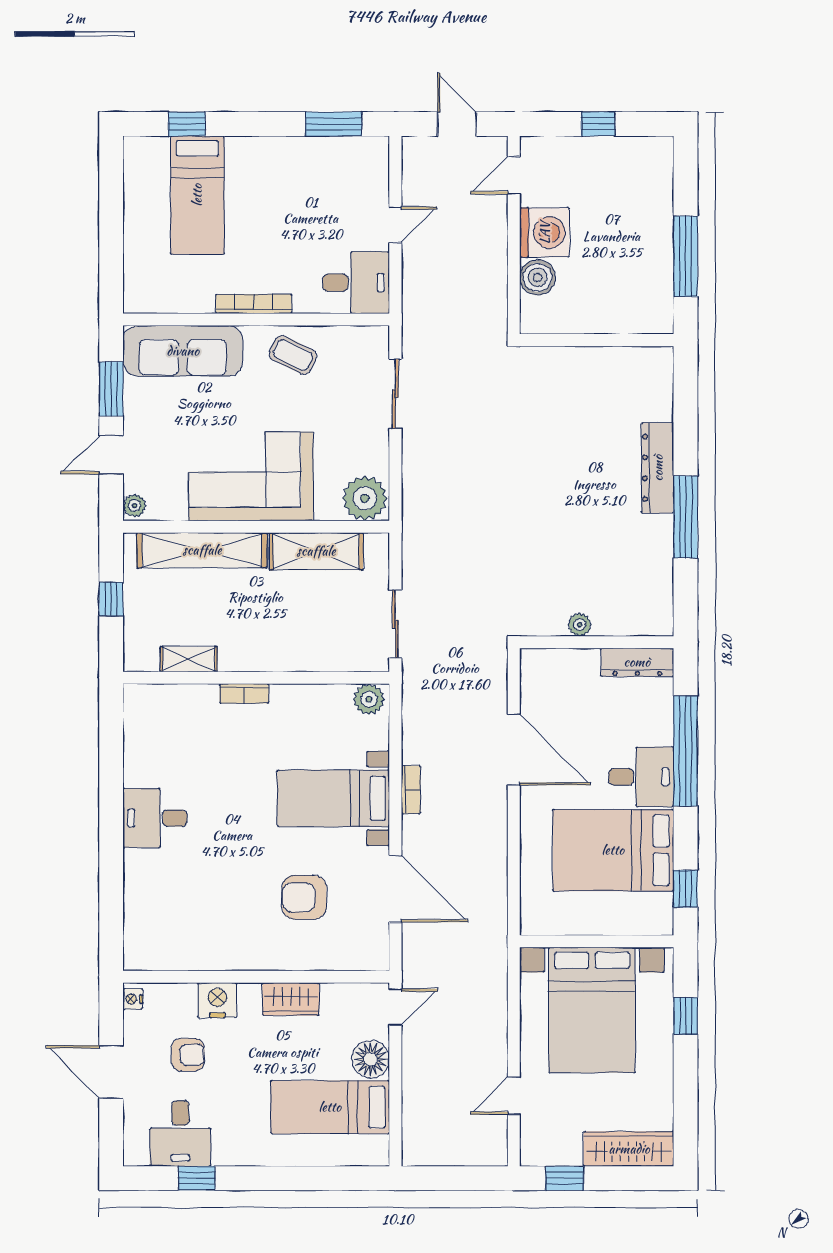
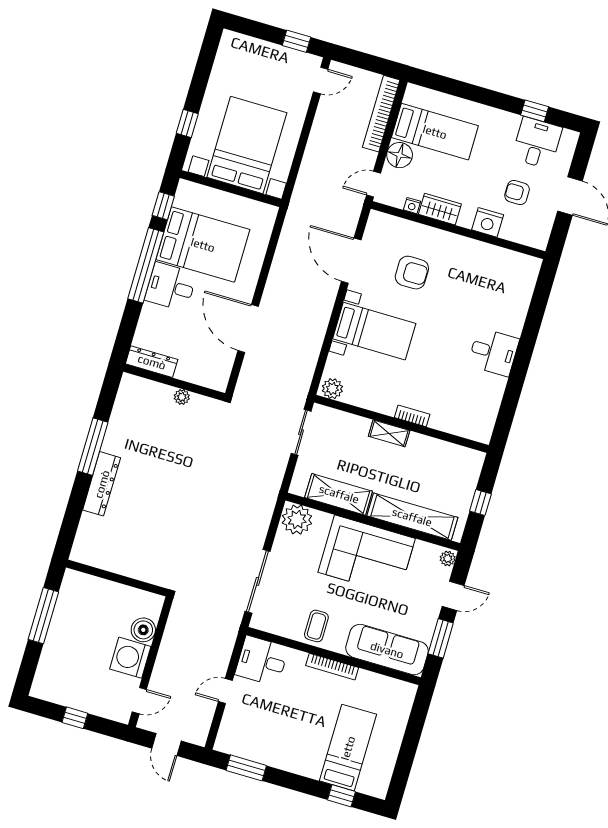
coffee table: (293, 355) -> (316, 626), turned 64
sliding door: (395, 394) -> (257, 581), width x1.37
shelving: (189, 659) -> (389, 433), moved
window: (686, 751) -> (146, 265), moved
bookcase: (411, 790) -> (381, 114), moved, width x2.31, depth x1.31
nightstand: (133, 999) -> (412, 206), moved, turned 90
door: (514, 1096) -> (321, 80), moved
wardrobe: (629, 1149) -> (249, 48), removed

